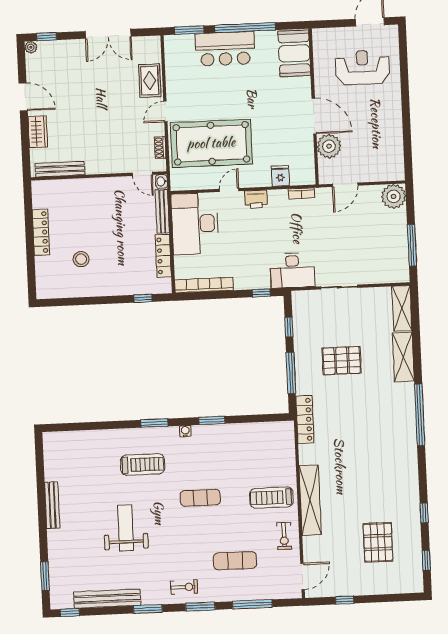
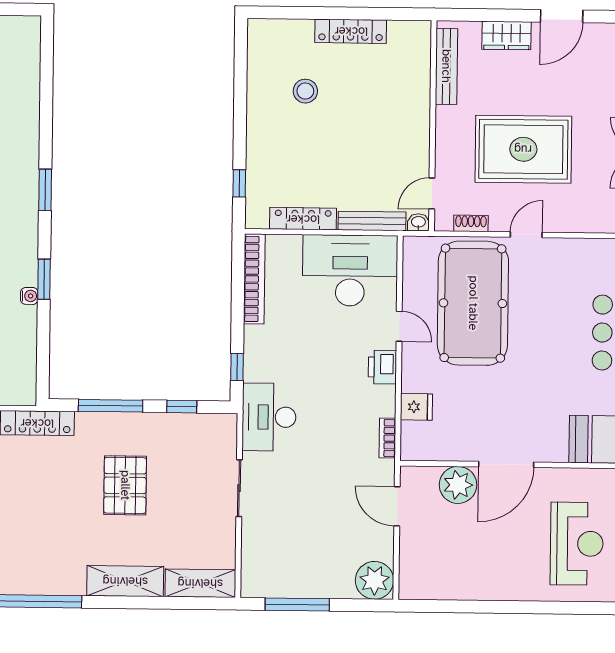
rug: (150, 81) -> (523, 149), moved, width x1.86, depth x2.06
door: (165, 111) -> (526, 235), hinge flipped
water cooler: (185, 431) -> (29, 296), moved

